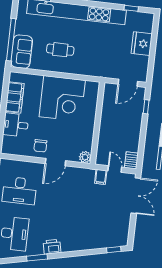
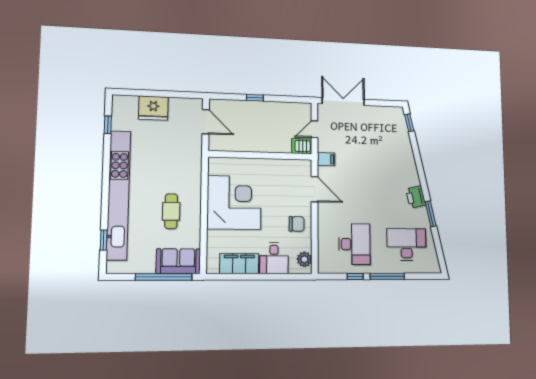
window: (146, 107) -> (255, 98), moved
plant: (85, 157) -> (304, 259), moved
server rack: (131, 160) -> (302, 146), moved
door: (55, 162) -> (315, 189), moved
filing cabinet: (101, 177) -> (326, 159), moved

